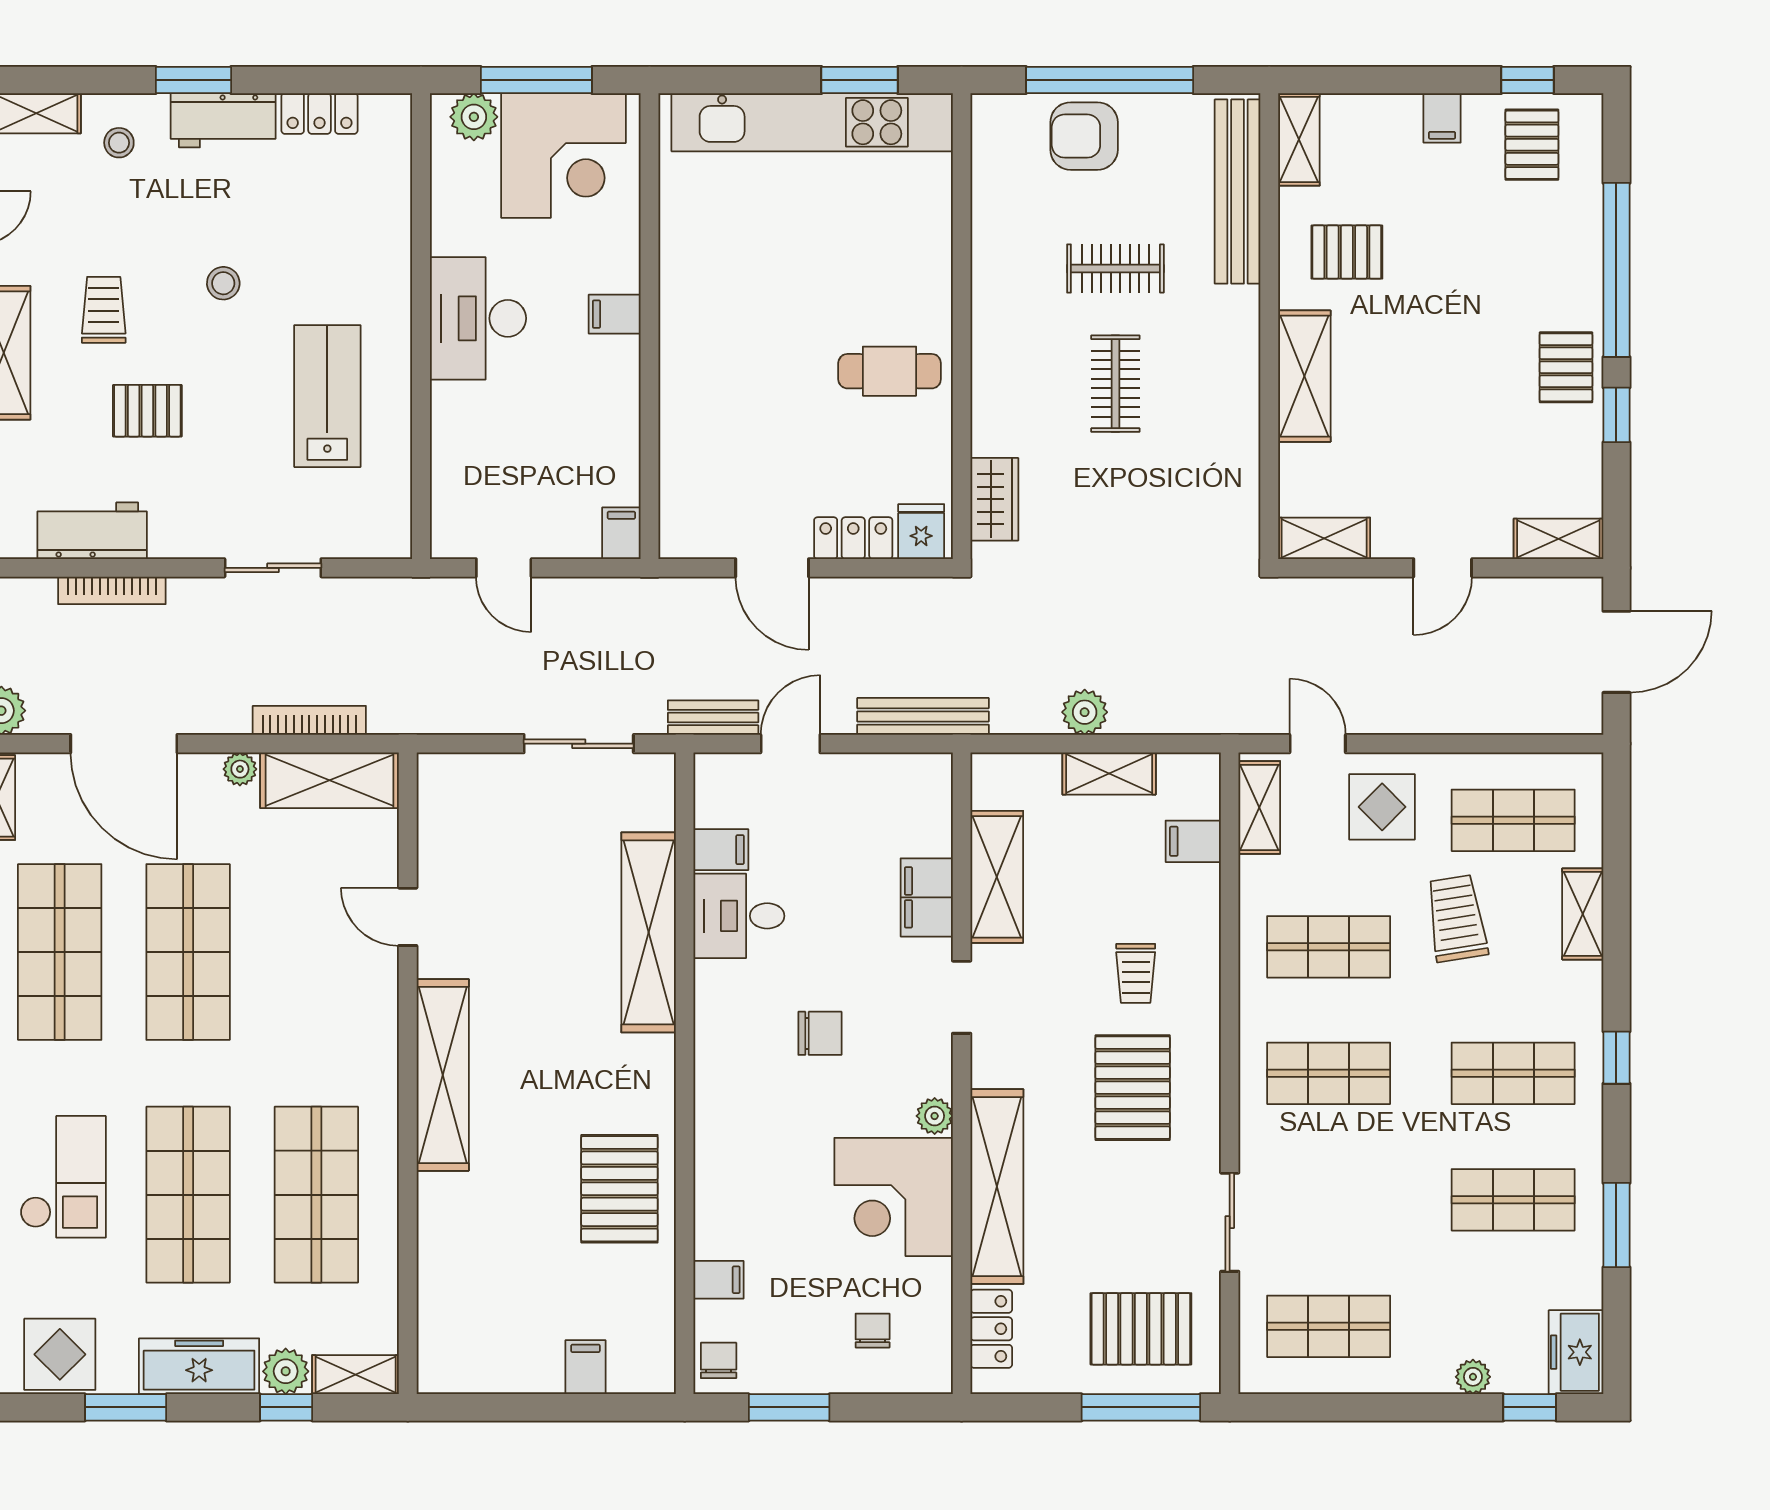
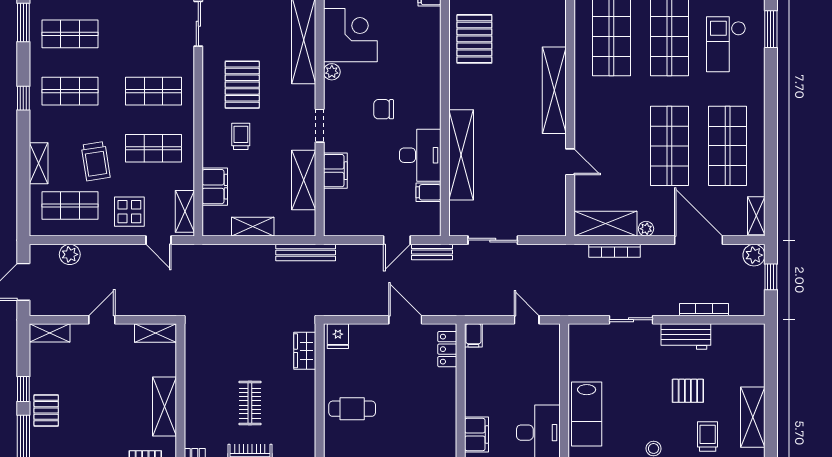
trolley: (104, 310) -> (708, 436), turned 180
filing cabinet: (615, 314) -> (476, 435), width x2.00
lab bench: (327, 396) -> (587, 414), moved
workbench: (92, 531) -> (686, 337), moved
locker: (853, 538) -> (447, 349), moved, turned 90
plant: (1085, 712) -> (70, 254), moved
bench: (923, 716) -> (306, 253), moved
filing cabinet: (1193, 841) -> (215, 187), width x2.00
desk: (739, 916) -> (420, 155), width x1.37

